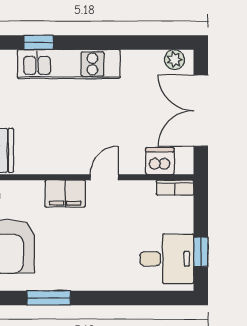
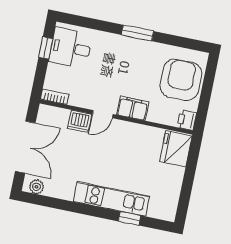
dishwasher: (160, 161) -> (80, 121), moved
window: (49, 298) -> (138, 33), moved

